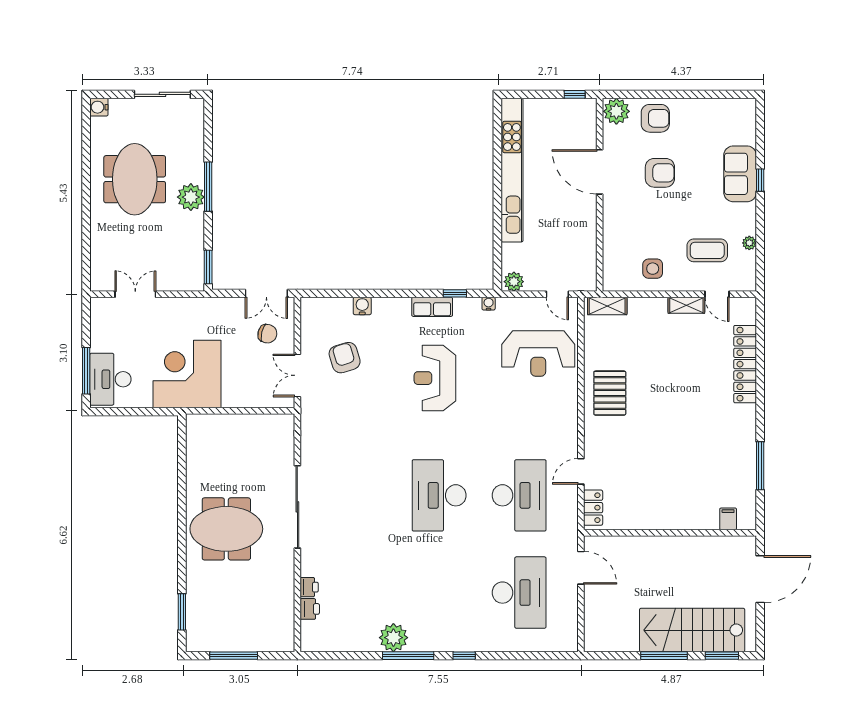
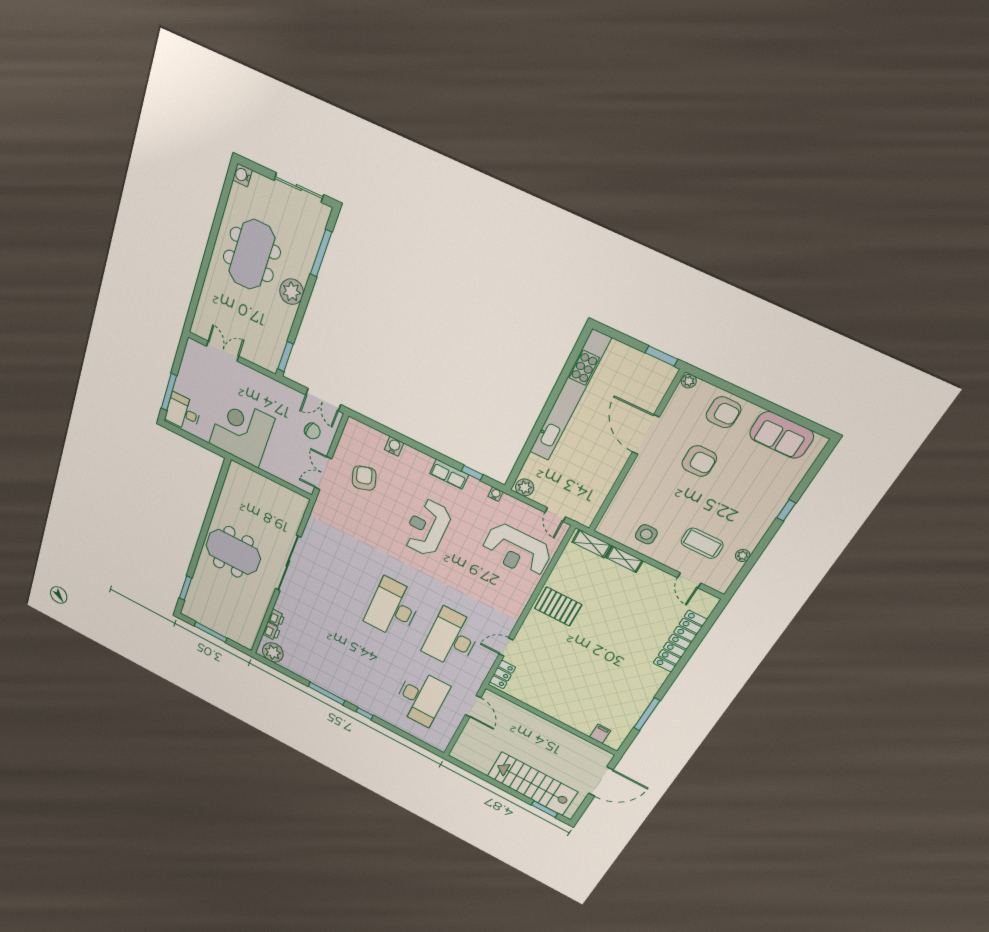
window: (575, 94) -> (661, 356), width x1.50
plant: (616, 111) -> (689, 381), width x0.53, depth x0.53
sofa: (740, 174) -> (781, 435), moved, turned -90
window: (208, 187) -> (321, 253), moved
shelving: (686, 305) -> (624, 559), moved
desk: (110, 379) -> (183, 412), width x0.73
pallet: (610, 393) -> (558, 606), turned 90
desk: (519, 495) -> (452, 638), turned 180
plant: (393, 638) -> (273, 652), moved
window: (664, 656) -> (503, 787), removed

